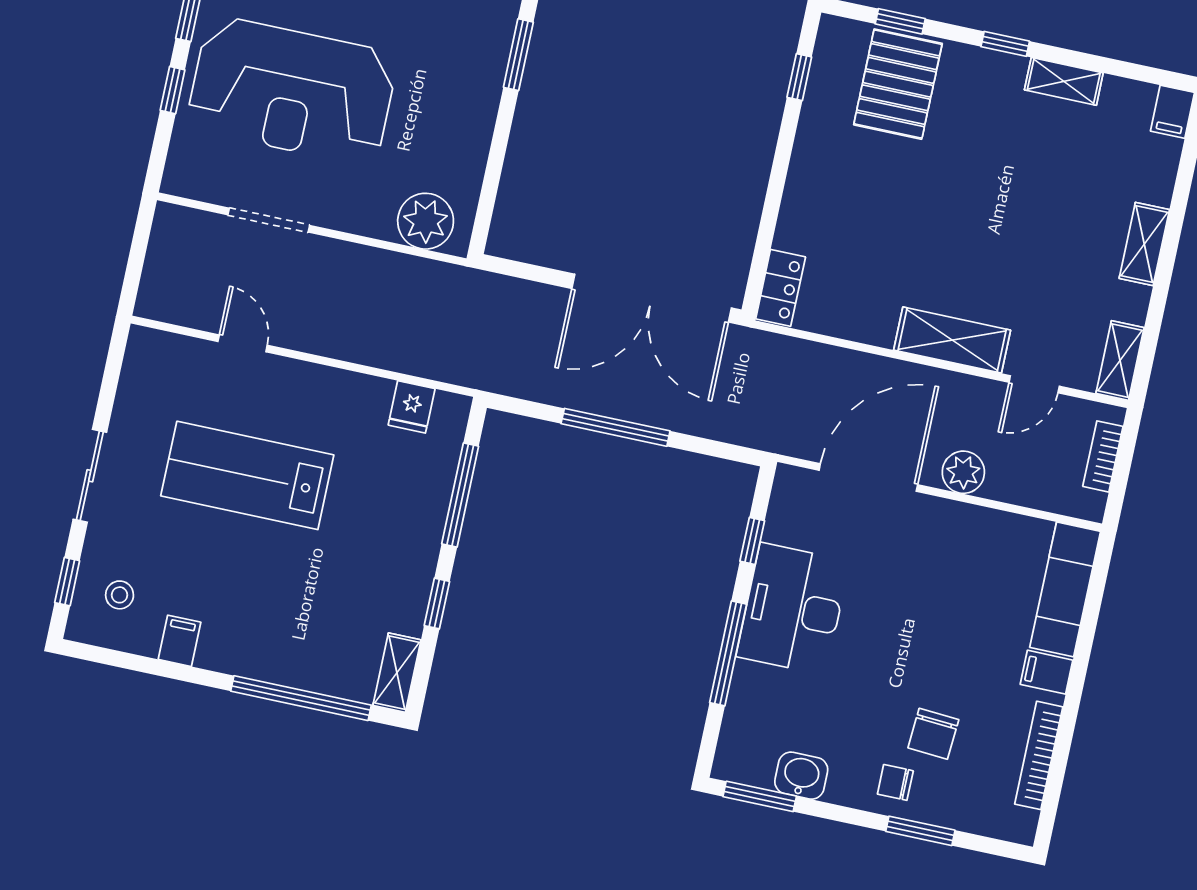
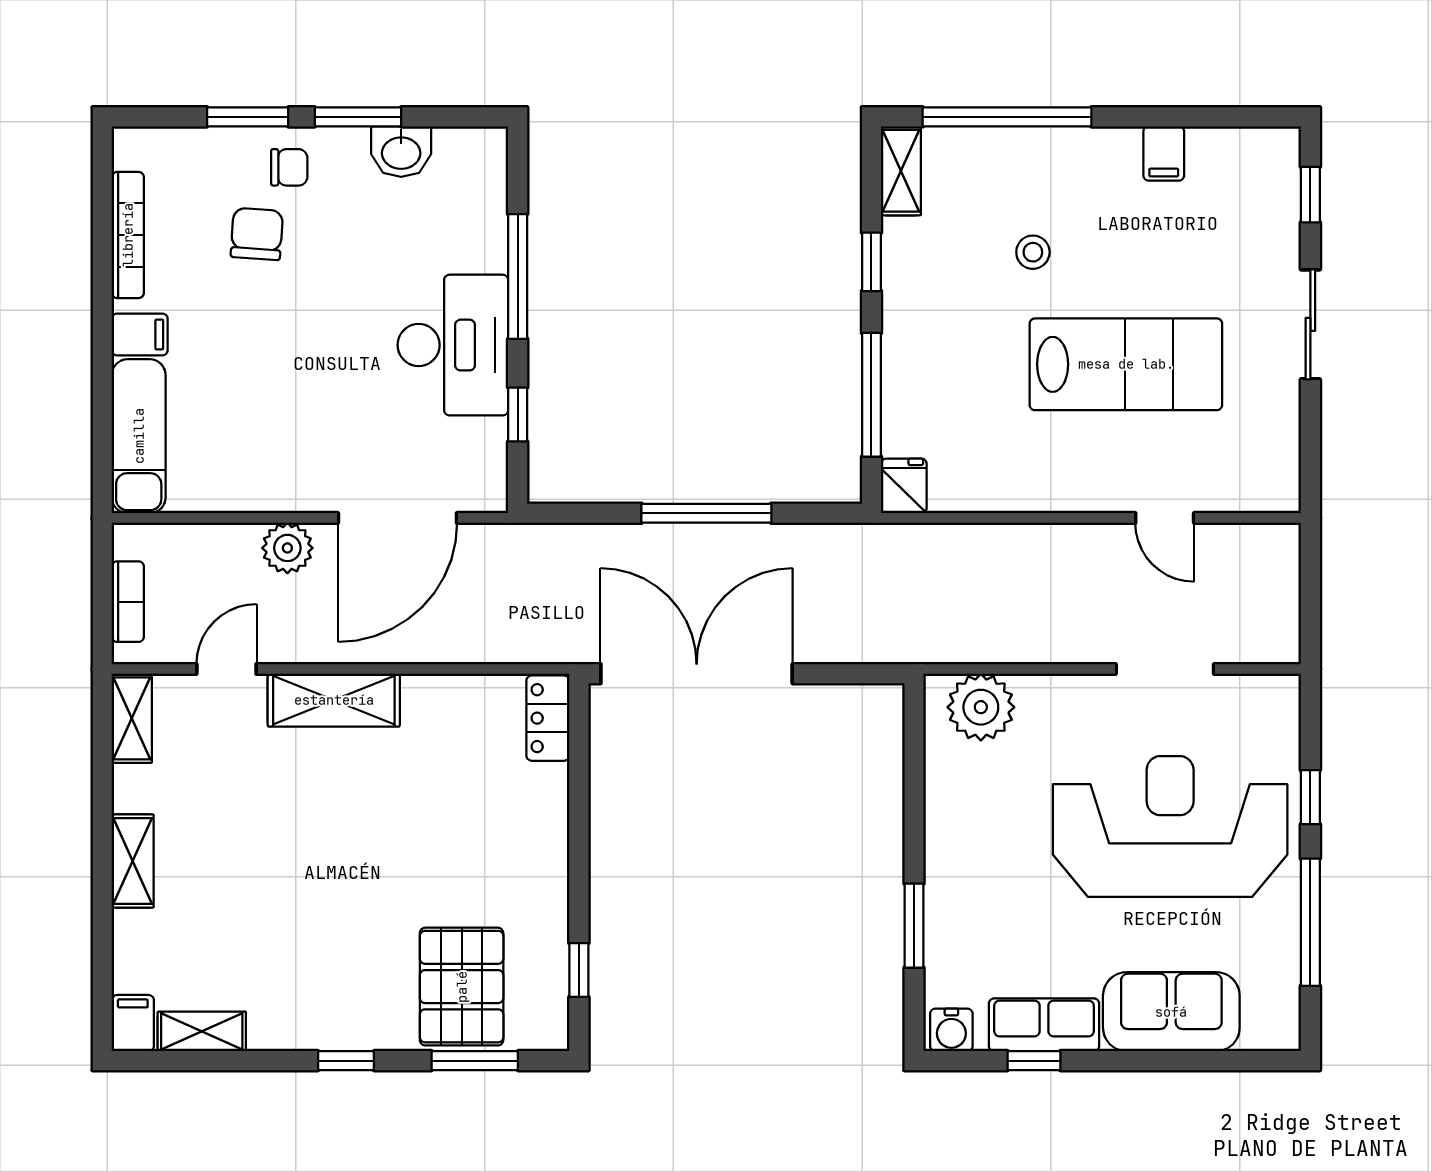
window: (900, 21) -> (475, 1061), width x1.50
shelving: (1064, 81) -> (202, 1031), moved
fridge: (412, 407) -> (904, 486), moved
stool: (120, 595) -> (1033, 252), moved
window: (760, 796) -> (358, 117), moved

